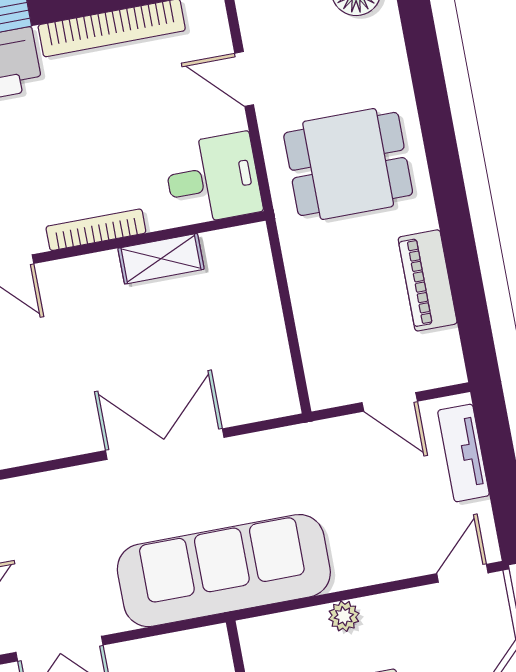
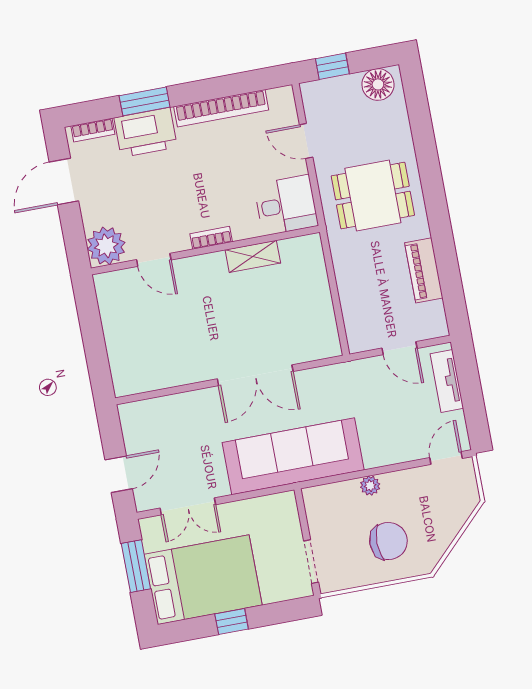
bookcase: (96, 230) -> (211, 238), width x0.64
double door: (165, 444) -> (255, 375), swing flipped

